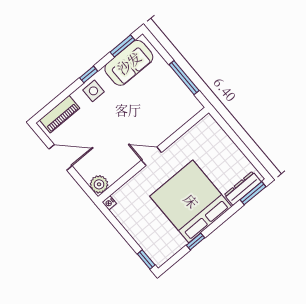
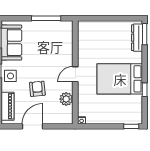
armchair: (103, 130) -> (37, 89), added
plant: (99, 184) -> (66, 99), moved
bed: (191, 201) -> (120, 79), width x0.73

